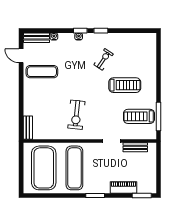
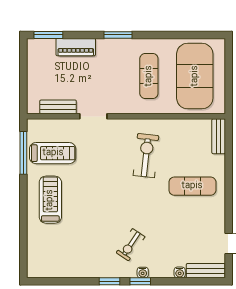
exercise bike: (104, 59) -> (131, 245), moved
exercise mat: (42, 72) -> (192, 186), moved
treadmill: (125, 85) -> (50, 200), moved, turned 90
exercise mat: (74, 168) -> (149, 76), width x0.73, depth x0.69

